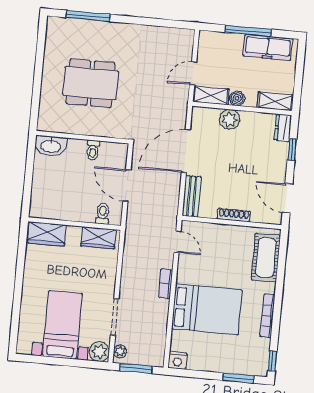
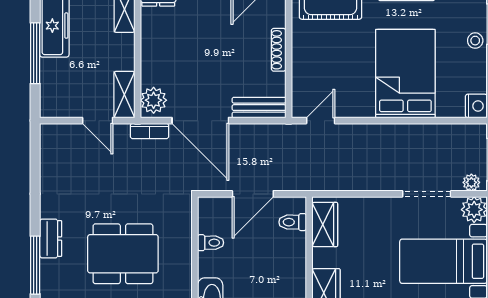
dresser: (107, 30) -> (51, 239), added
dining table: (91, 83) -> (123, 254), turned 90
boiler: (237, 98) -> (125, 60), removed
plant: (230, 119) -> (154, 100), moved
bookcase: (166, 284) -> (149, 131), moved
stool: (227, 364) -> (475, 41), added

